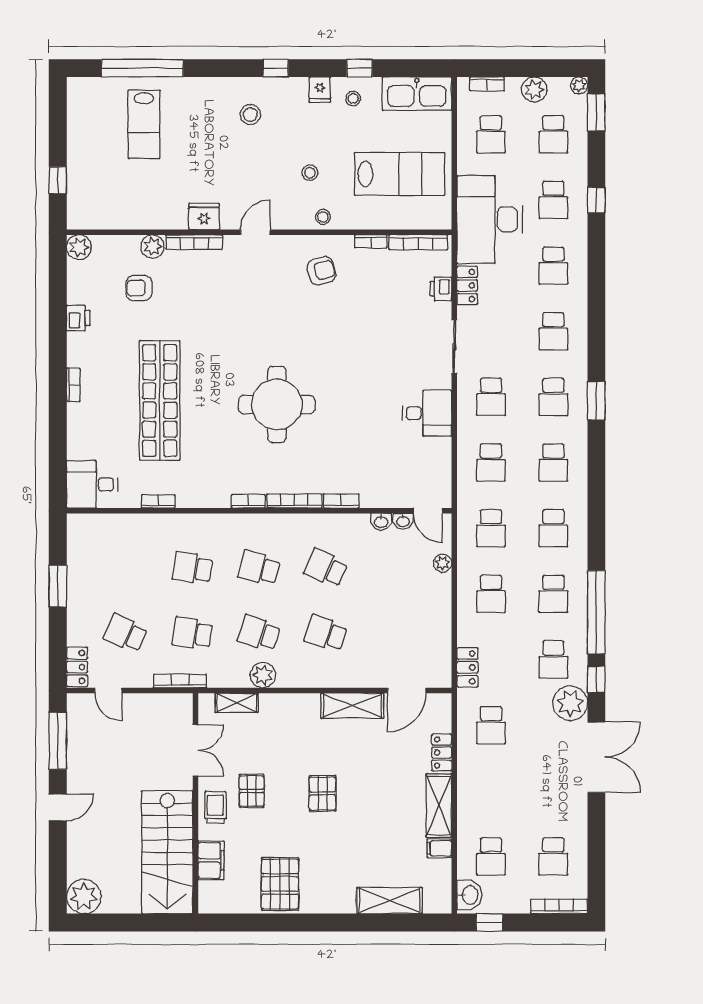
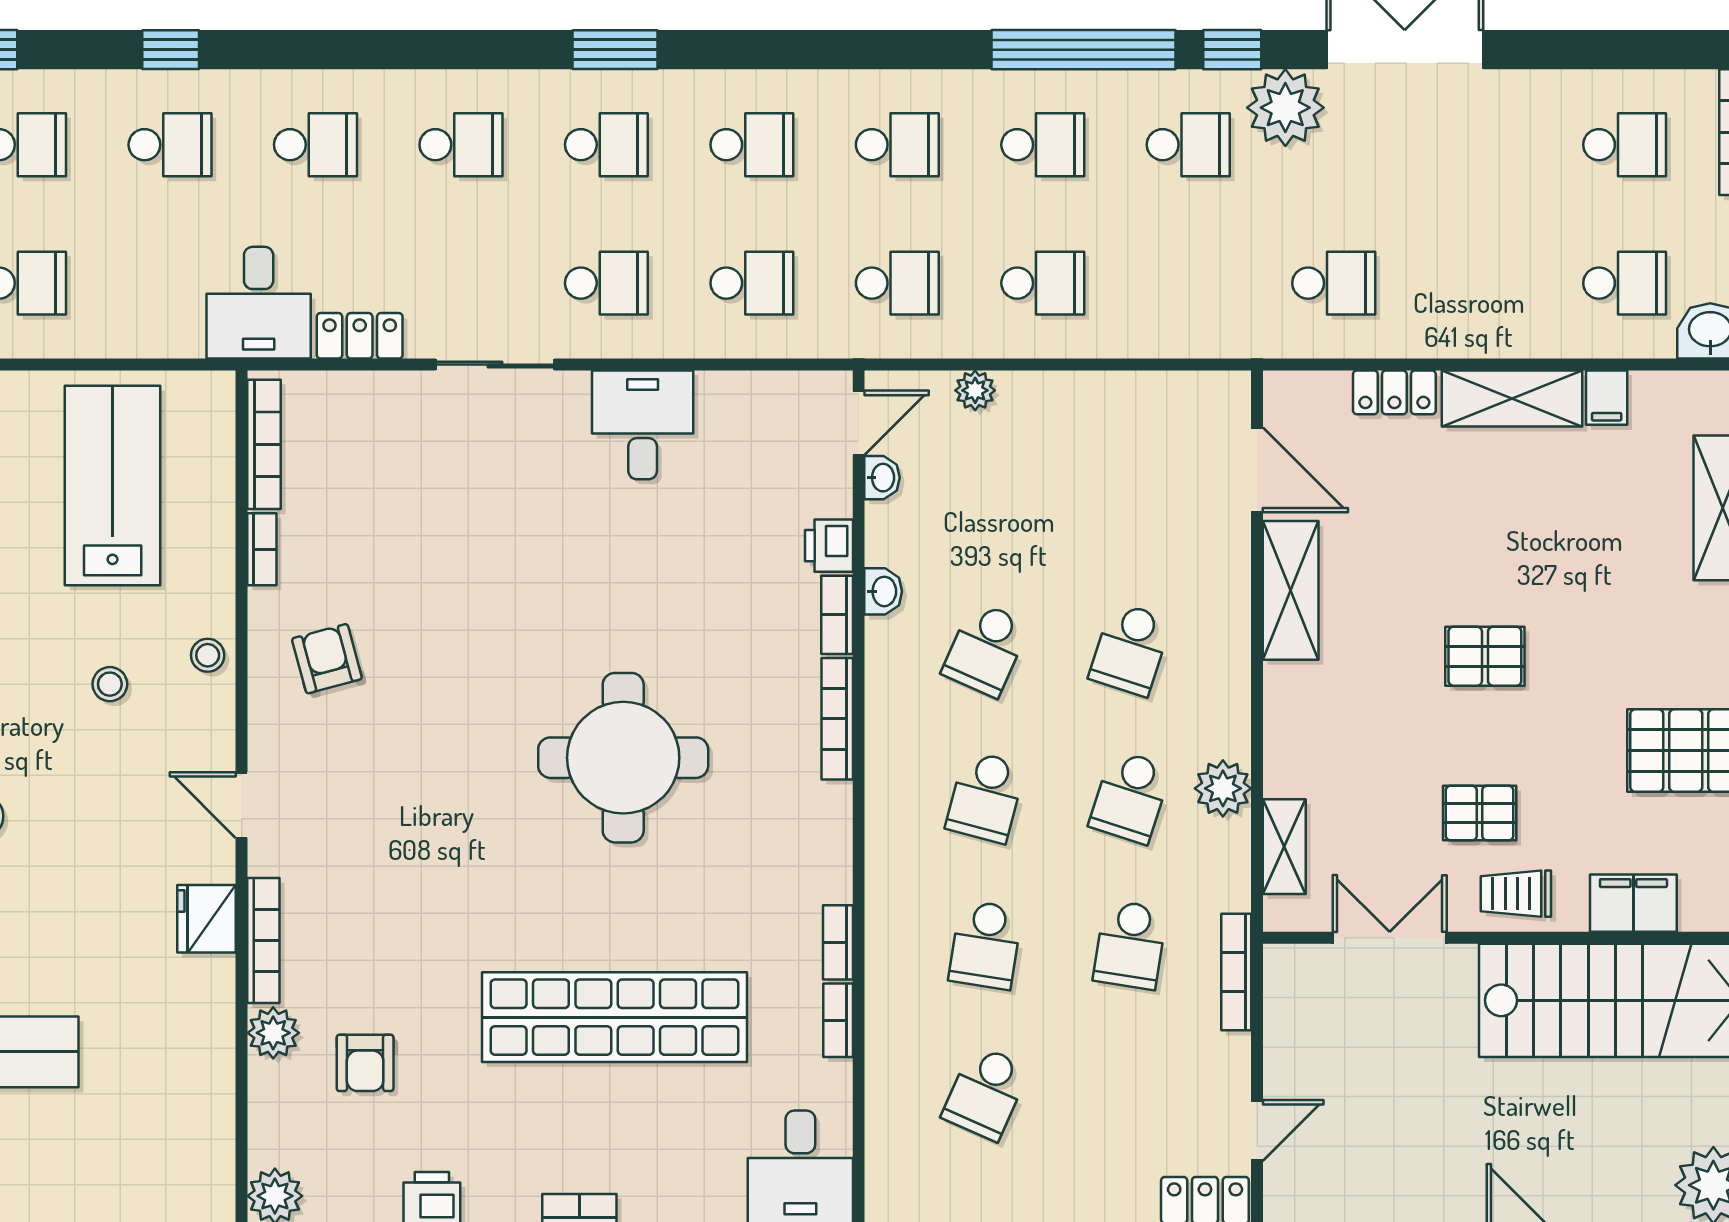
desk: (490, 219) -> (259, 303), width x0.53, depth x0.77
printer: (441, 289) -> (829, 546), moved, turned 90
bookcase: (248, 501) -> (838, 942), moved
washbasin: (381, 522) -> (883, 591), moved
school desk: (126, 633) -> (986, 1093), moved
locker: (467, 667) -> (1206, 335), removed

